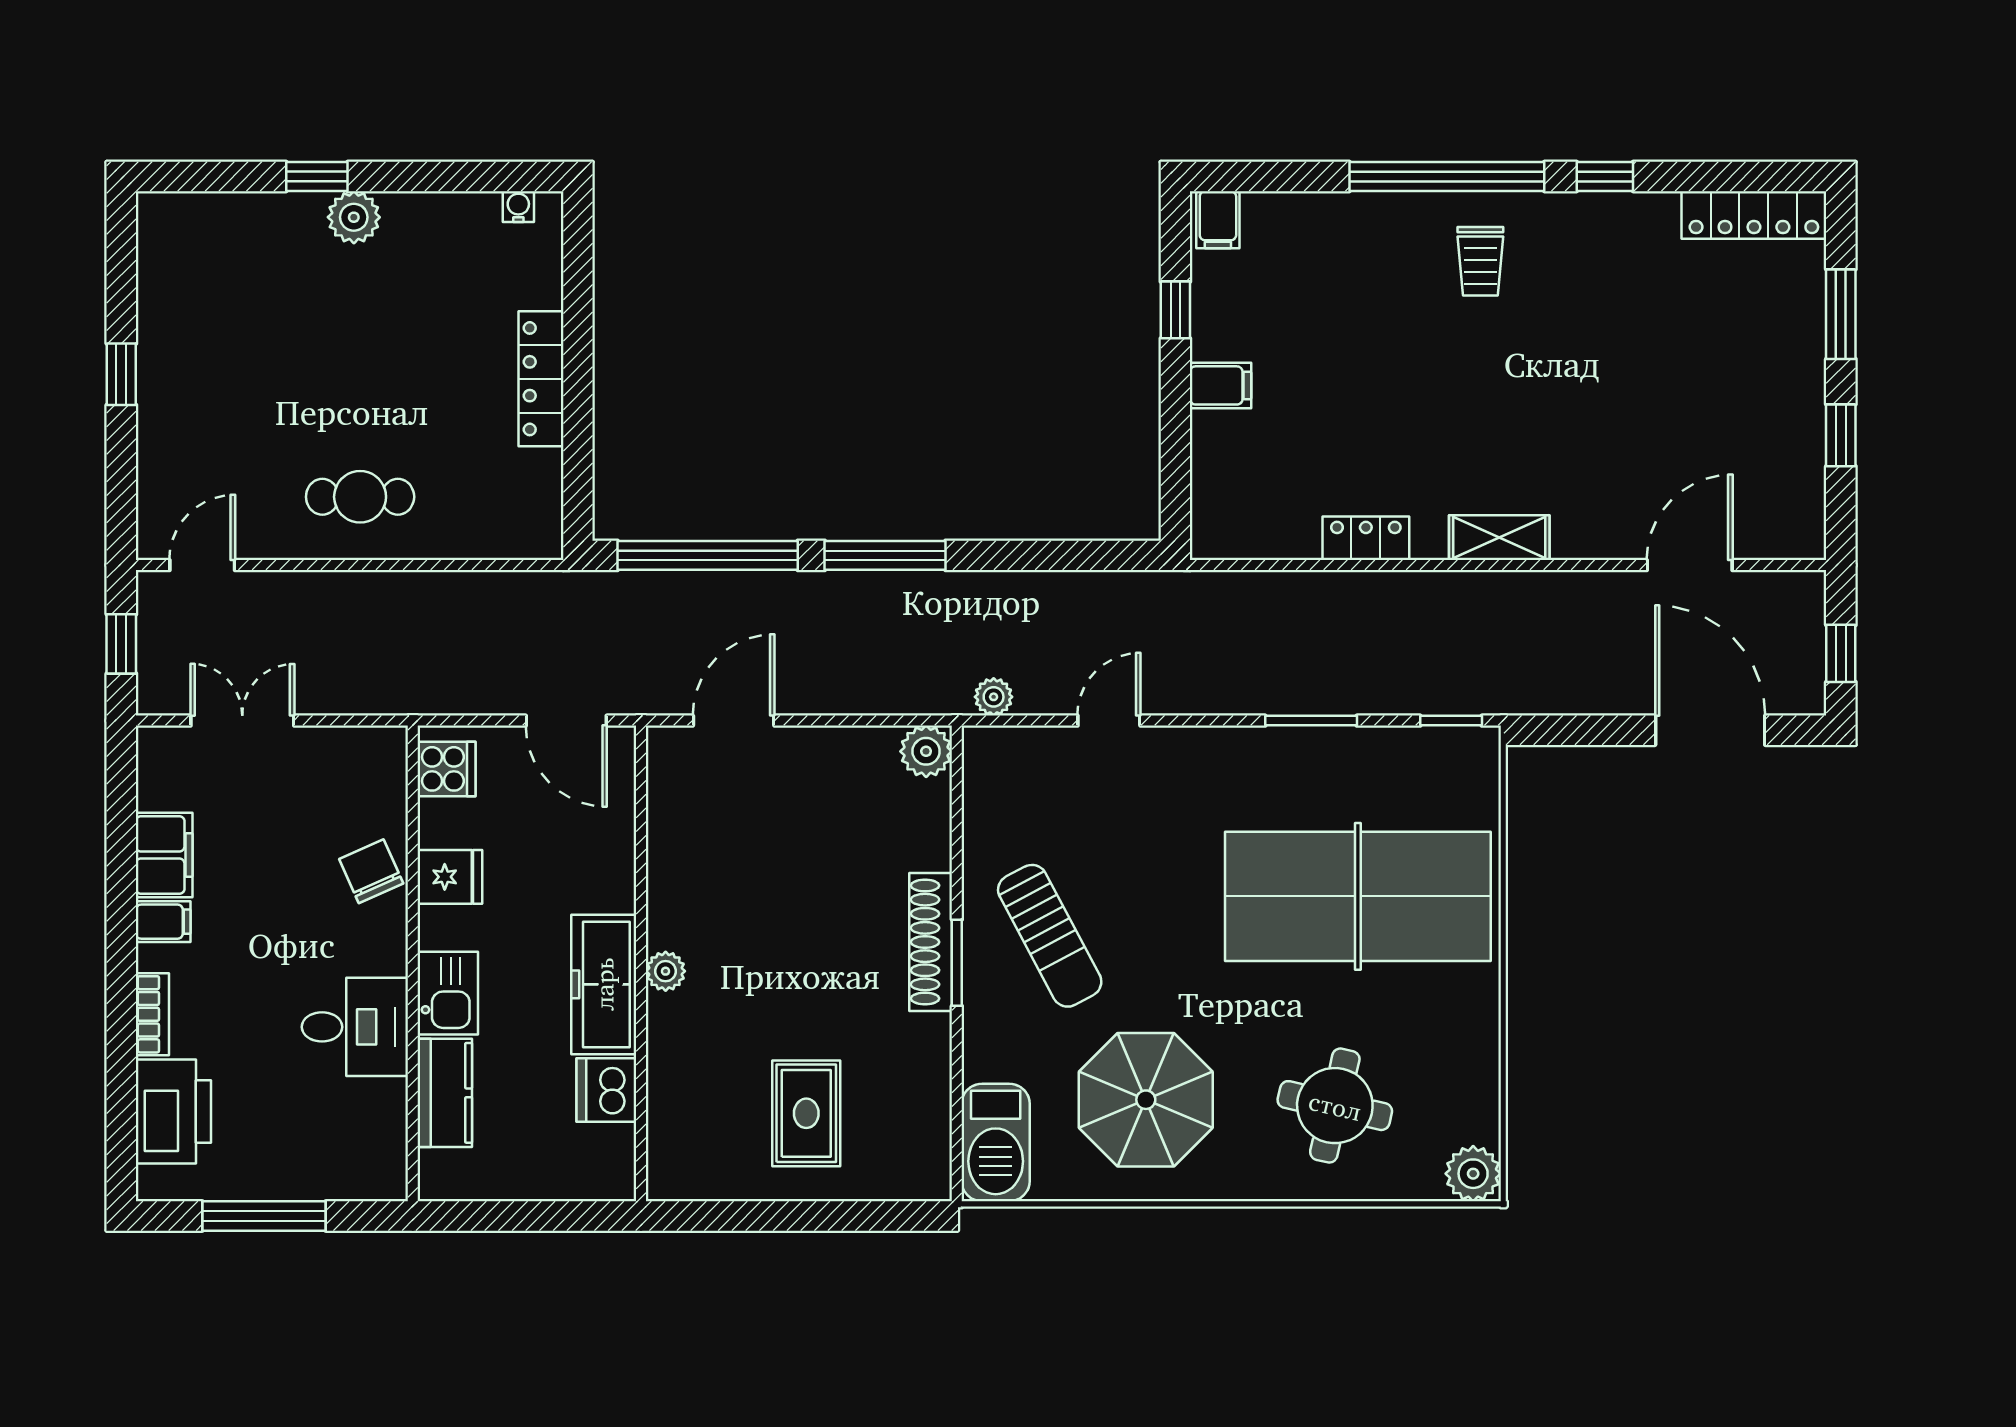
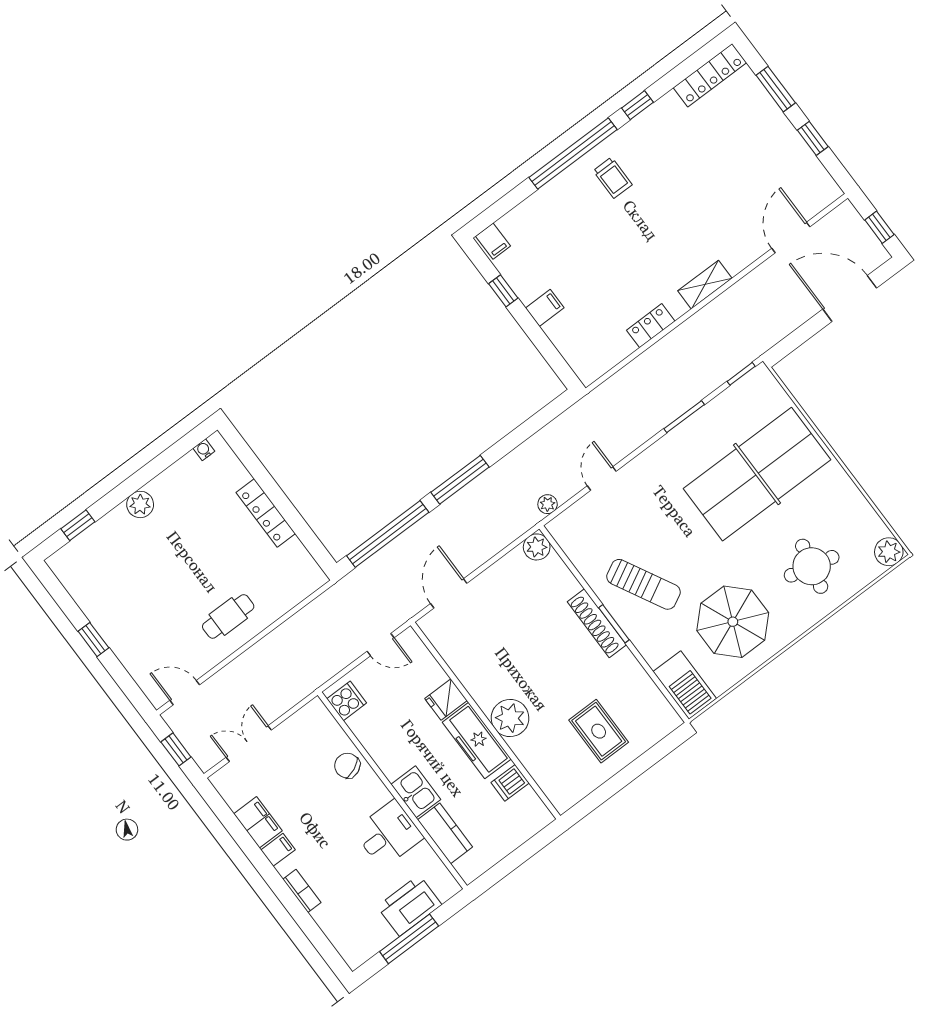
window: (317, 177) -> (78, 525), moved
door: (202, 565) -> (185, 693), hinge flipped
door: (566, 721) -> (381, 645), width x0.73
fridge: (450, 877) -> (446, 699), moved, turned 180
plant: (666, 971) -> (510, 718), width x1.88, depth x1.88
dishwasher: (606, 1090) -> (510, 783), width x0.73
printer: (173, 1112) -> (409, 906), moved, turned -90

